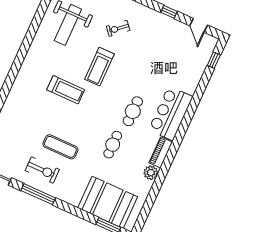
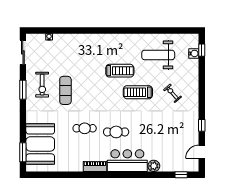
treadmill: (66, 90) -> (120, 71), moved, turned -90
plant: (151, 173) -> (154, 166), moved
window: (38, 194) -> (23, 90), width x0.69

